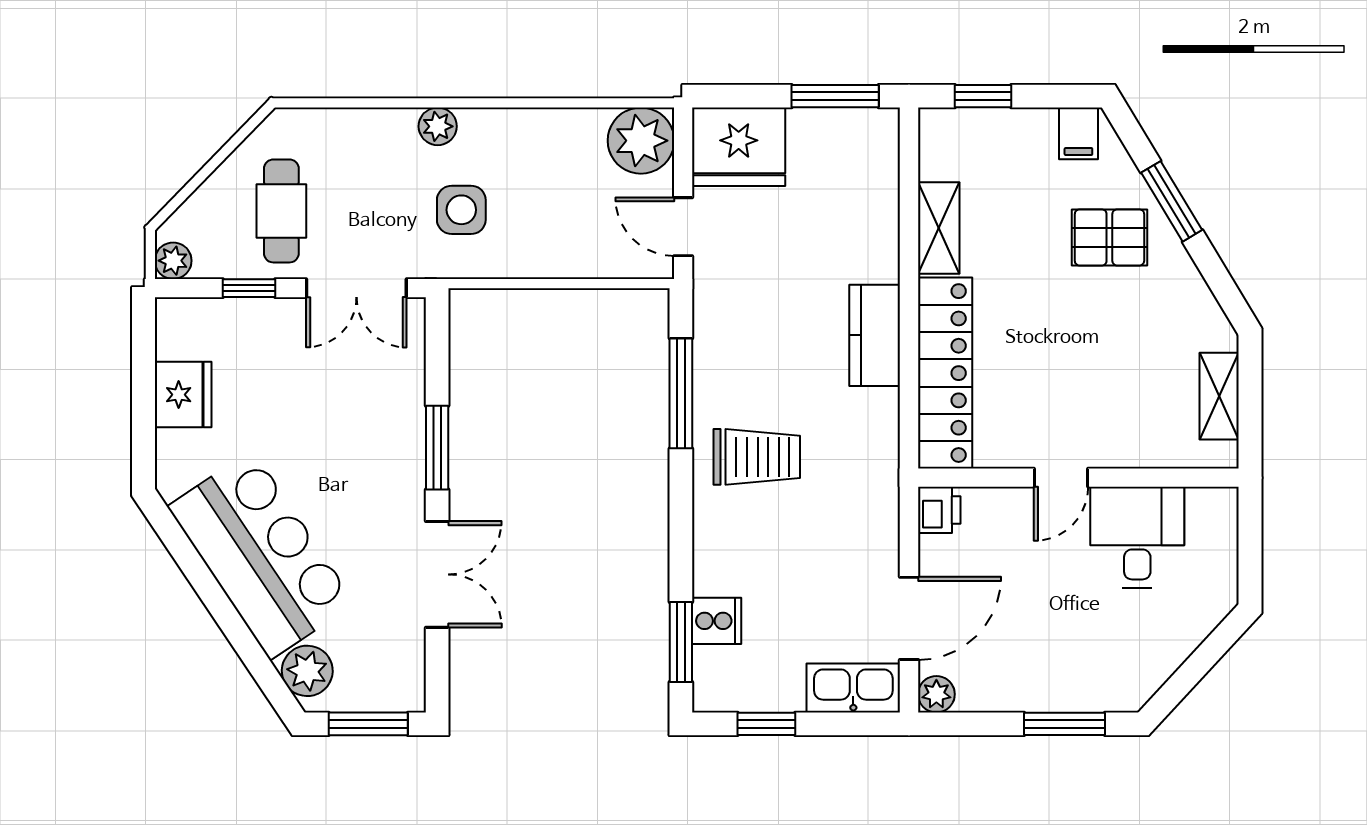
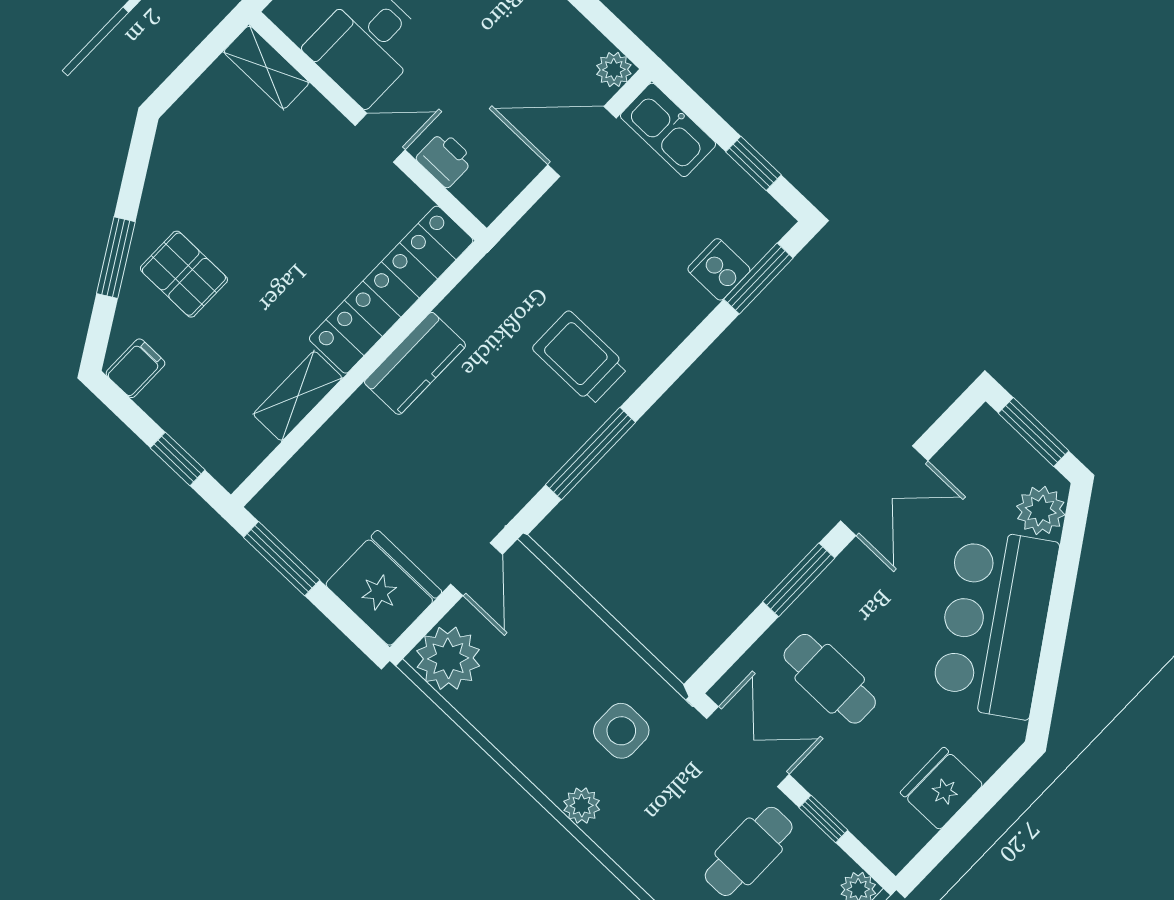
cafe table: (344, 396) -> (830, 679), added
shelving: (1219, 396) -> (266, 67), moved, turned 90
printer: (939, 510) -> (445, 159), moved, turned 90
double door: (437, 574) -> (884, 491), swing flipped

